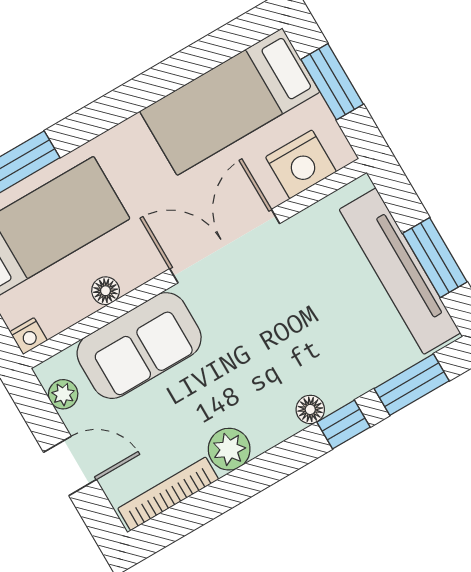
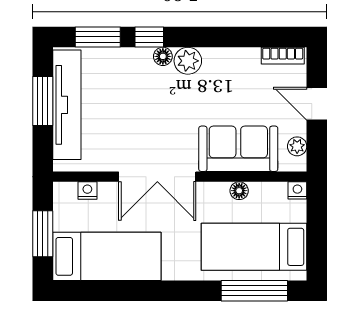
nightstand: (301, 164) -> (87, 191), width x0.53, depth x0.56
plant: (229, 449) -> (188, 61), moved
bookcase: (168, 494) -> (283, 56), width x0.64

